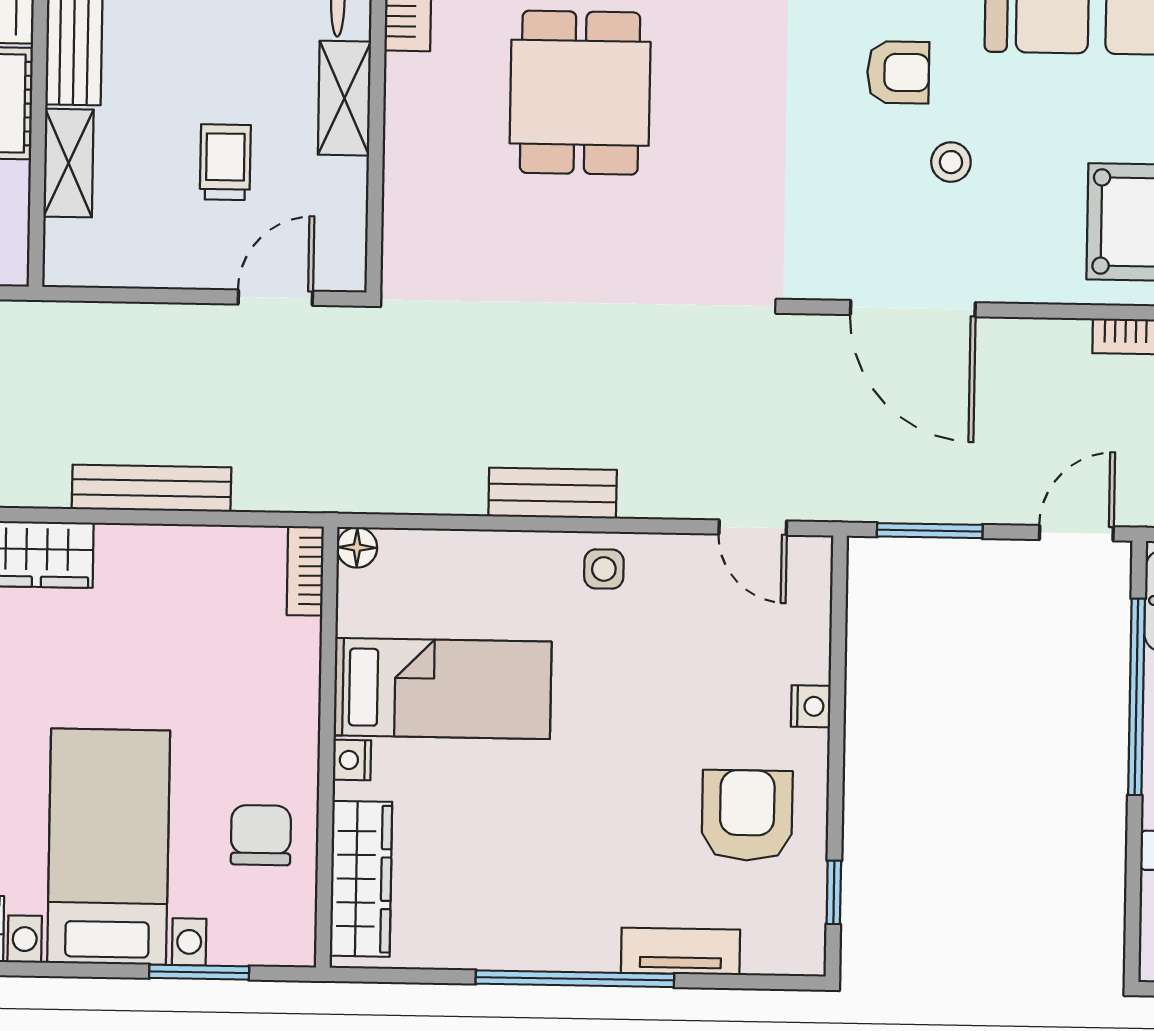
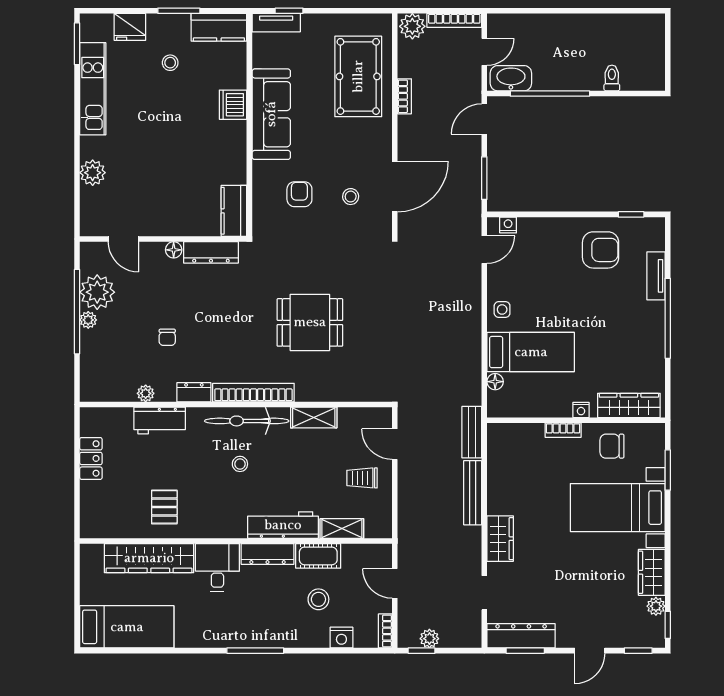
trolley: (225, 162) -> (362, 478), moved
stool: (951, 162) -> (351, 197), moved
bench: (553, 493) -> (472, 432), moved
door: (1076, 533) -> (484, 119), hinge flipped
floor lamp: (357, 547) -> (495, 382), moved
bookcase: (305, 571) -> (563, 430), moved
bed: (442, 688) -> (531, 352), moved, turned 90
nightstand: (811, 706) -> (508, 225), moved
armchair: (747, 815) -> (601, 250), turned 180

